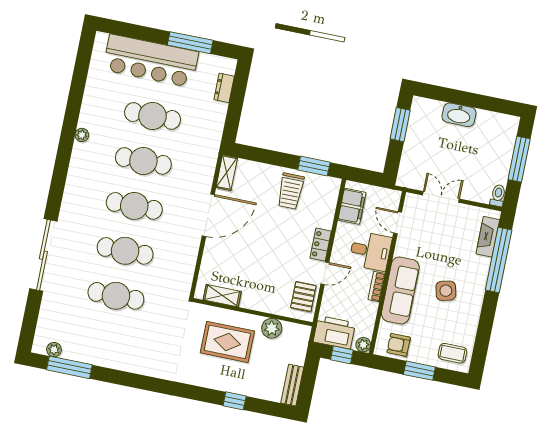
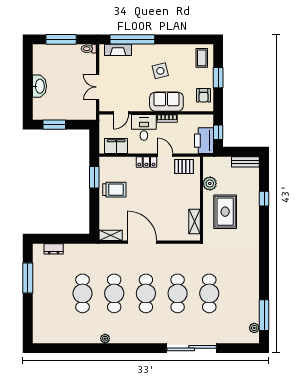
bar counter: (151, 61) -> (45, 302), removed
sofa: (400, 290) -> (166, 102), width x0.73
plant: (363, 345) -> (208, 119), removed

